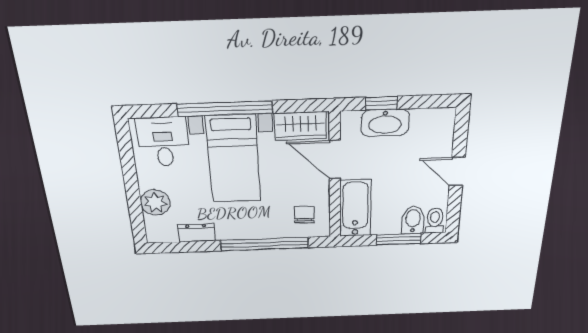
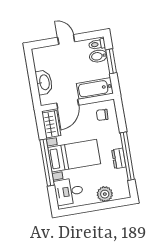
window: (382, 103) -> (34, 86), removed
door: (457, 171) -> (66, 40), swing flipped
dresser: (196, 233) -> (119, 158), moved
window: (264, 244) -> (127, 156), moved

